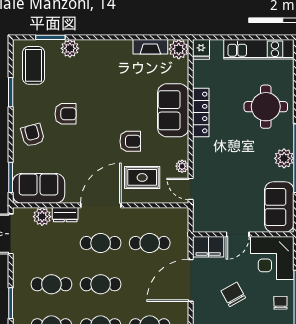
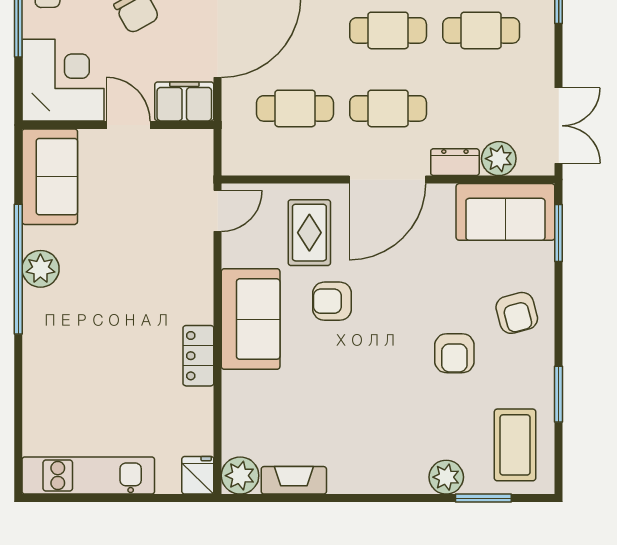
round table: (266, 107) -> (75, 367), removed
sofa: (173, 110) -> (251, 319), moved
locker: (201, 112) -> (198, 356), width x0.66
armchair: (66, 114) -> (454, 353), turned -90
plant: (182, 166) -> (234, 254), removed
rug: (142, 177) -> (309, 233), turned 90
door: (191, 189) -> (218, 211), hinge flipped
door: (238, 234) -> (128, 125), hinge flipped

